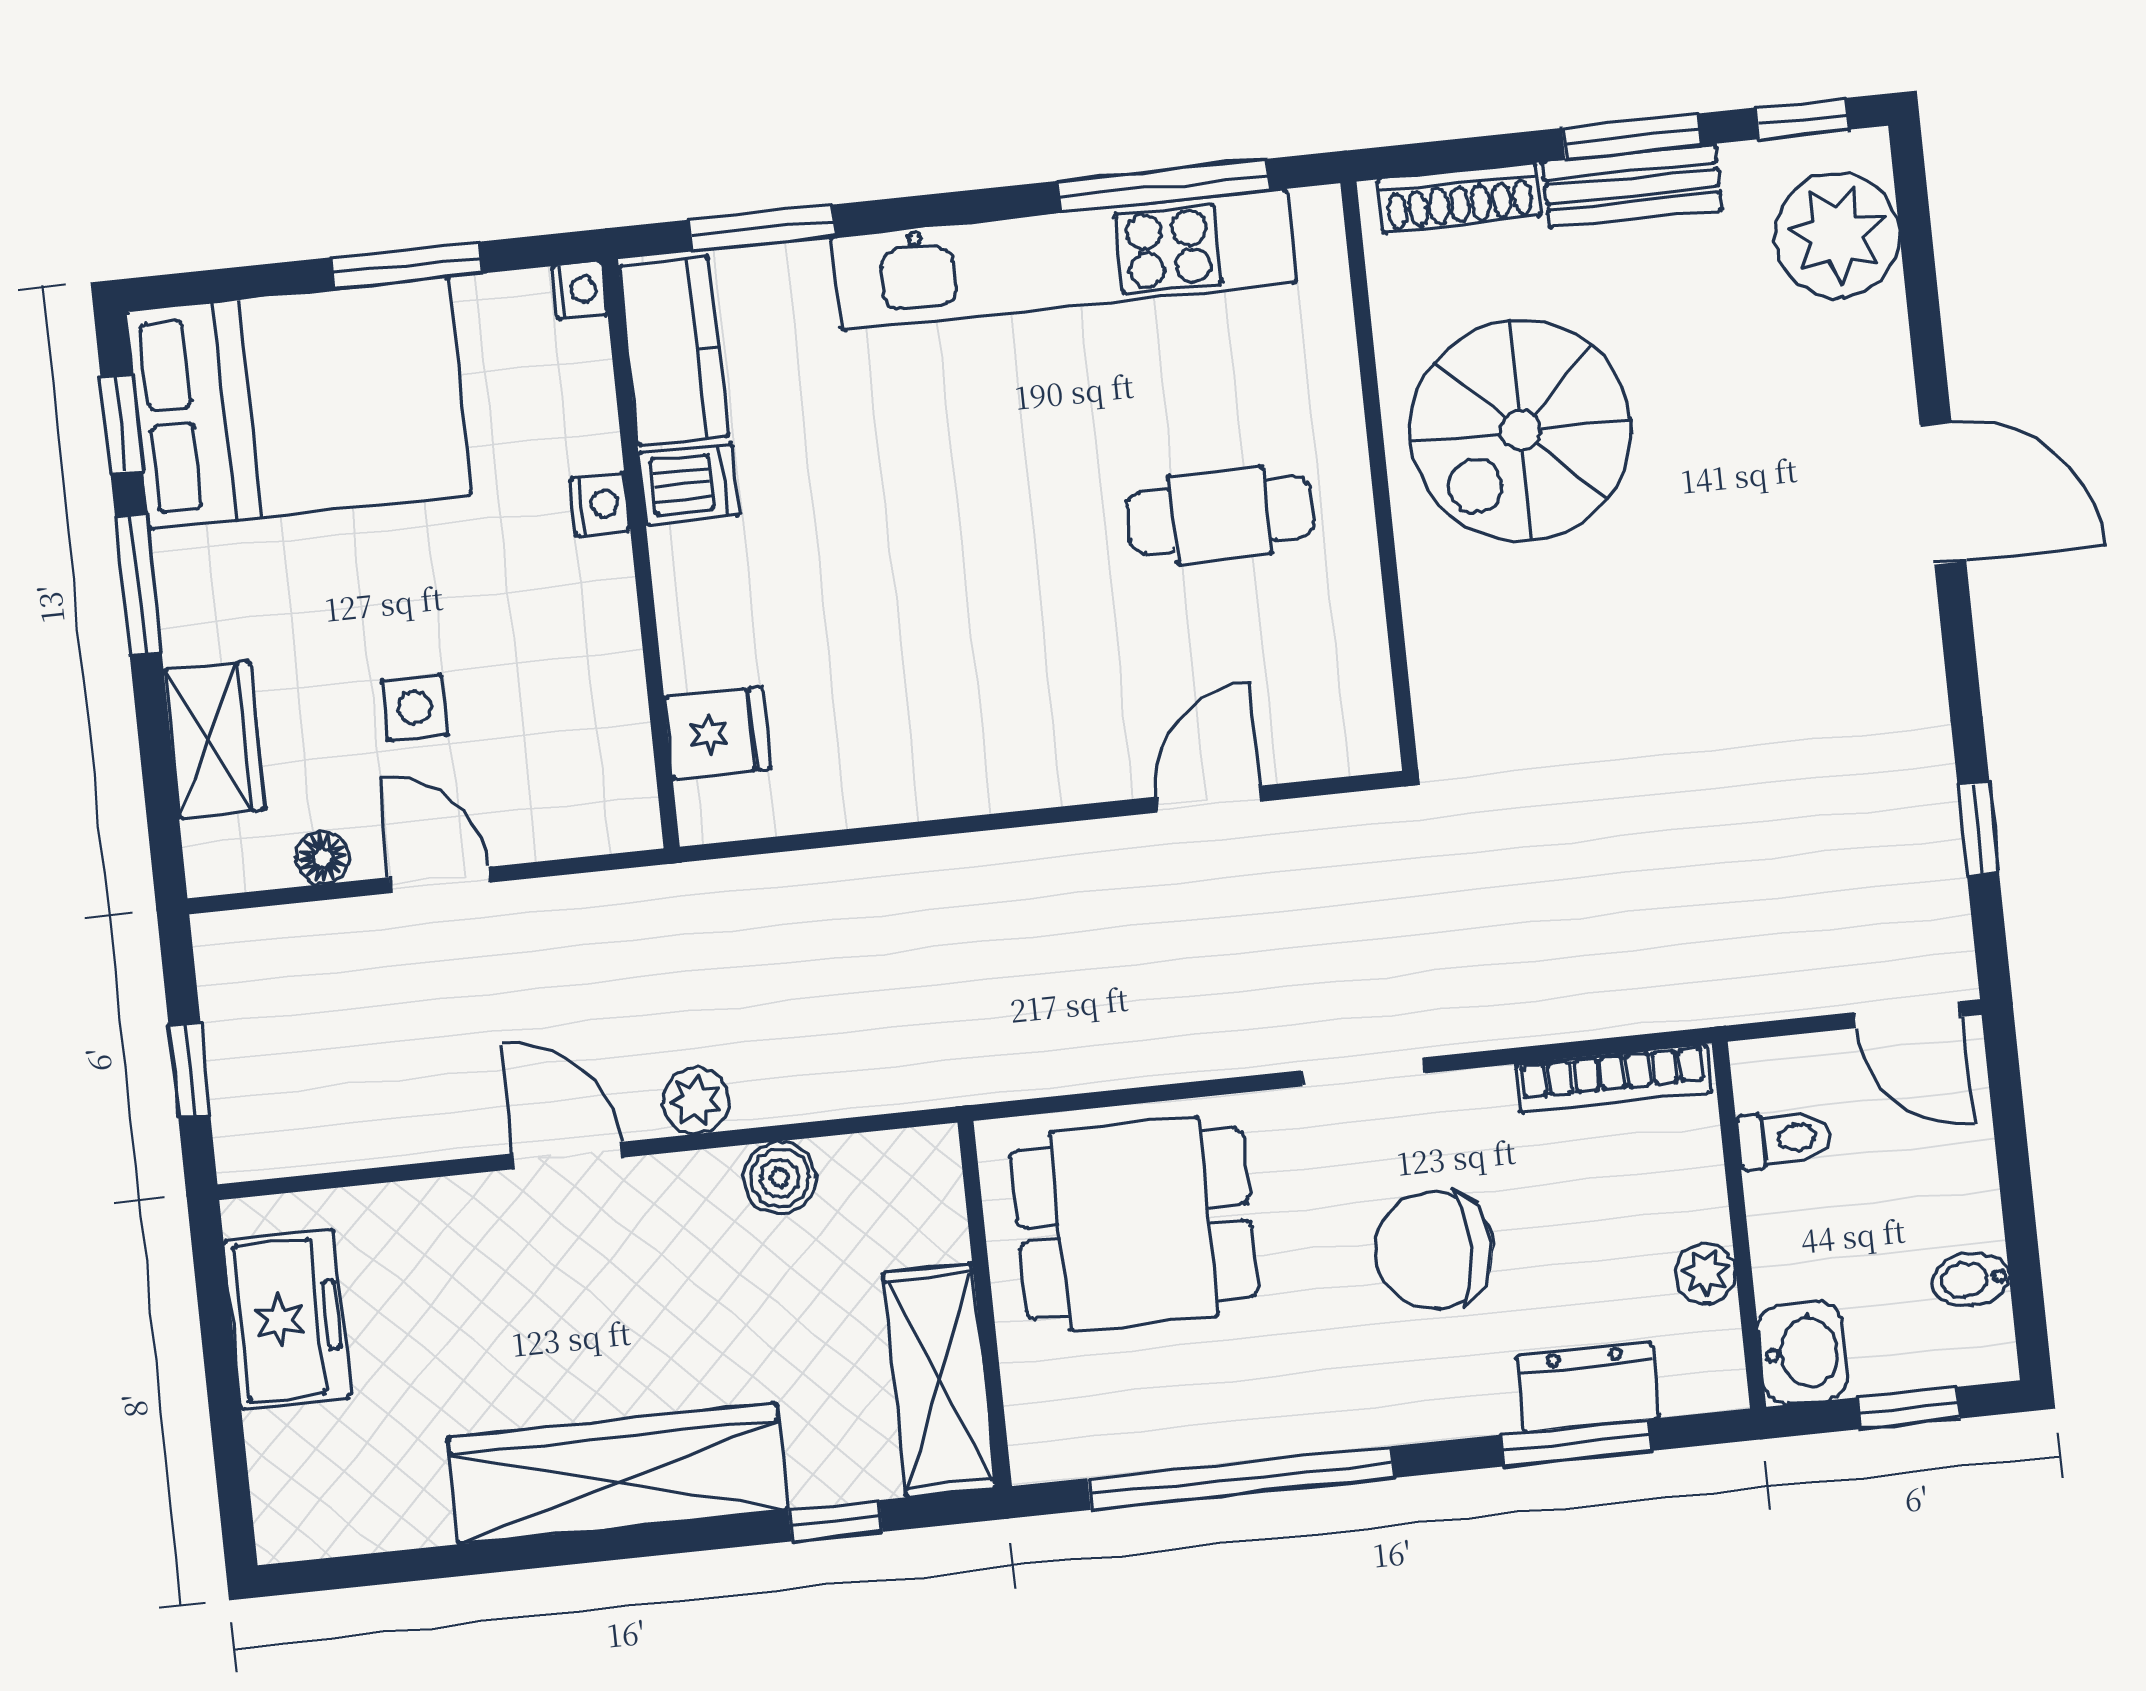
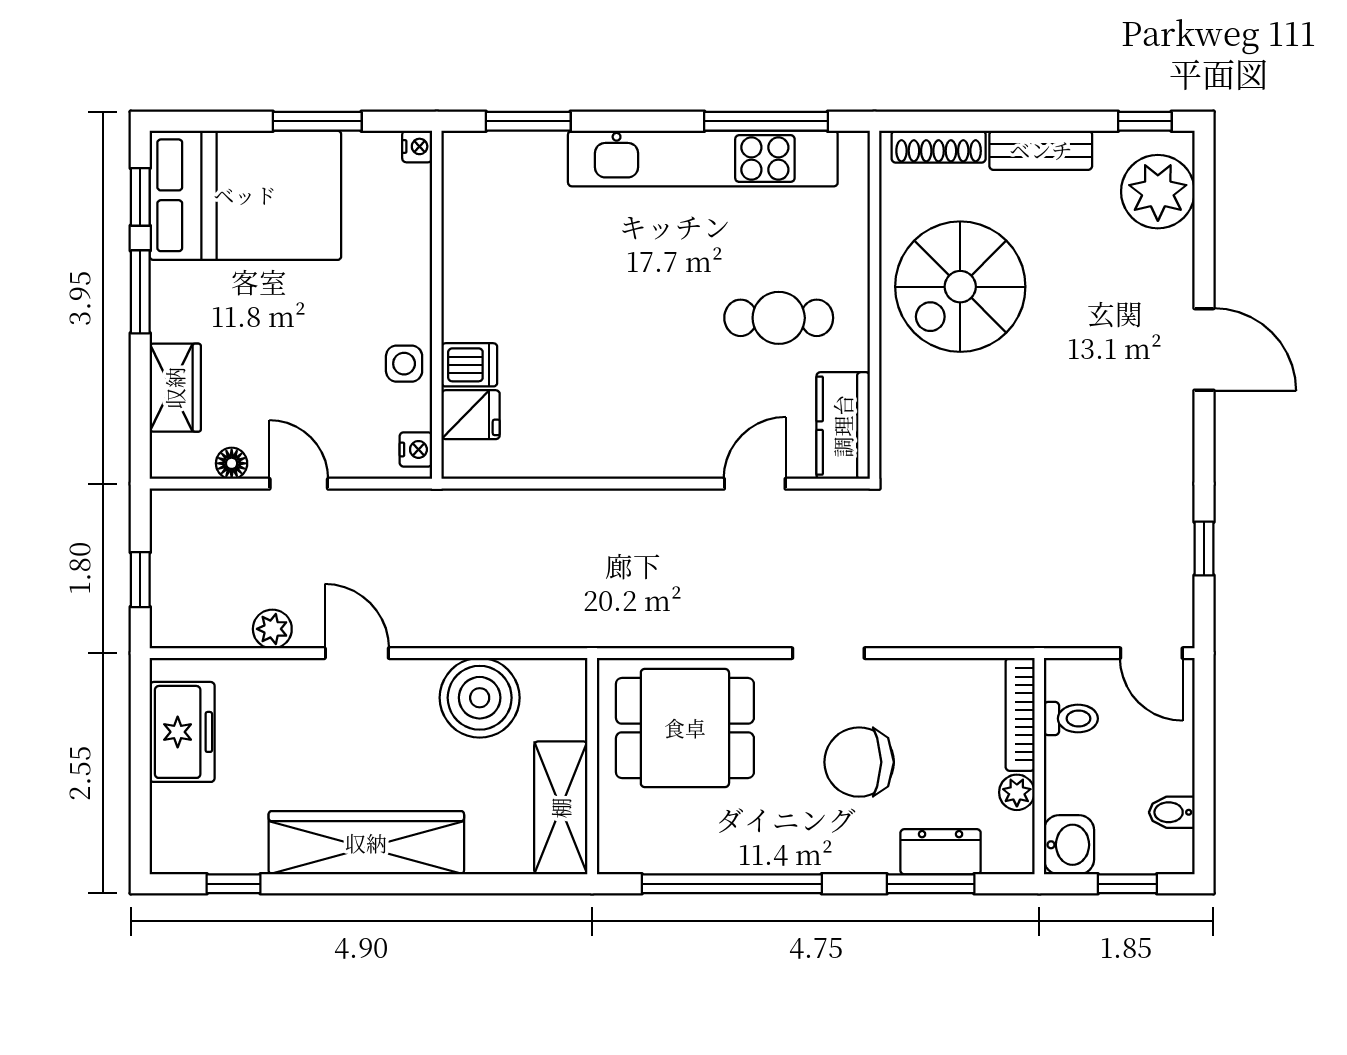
window: (1631, 137) -> (1043, 121), removed
kitchen counter: (673, 351) -> (843, 426), moved, turned 180
dishwasher: (689, 484) -> (469, 365), moved
nightstand: (600, 504) -> (416, 449), moved
side table: (415, 708) -> (404, 364), moved
bookcase: (1613, 1078) -> (1020, 714), moved, turned 90
plant: (696, 1101) -> (272, 629), moved
boiler: (780, 1178) -> (480, 698), width x1.86, depth x1.86
window: (835, 1521) -> (234, 884), moved

